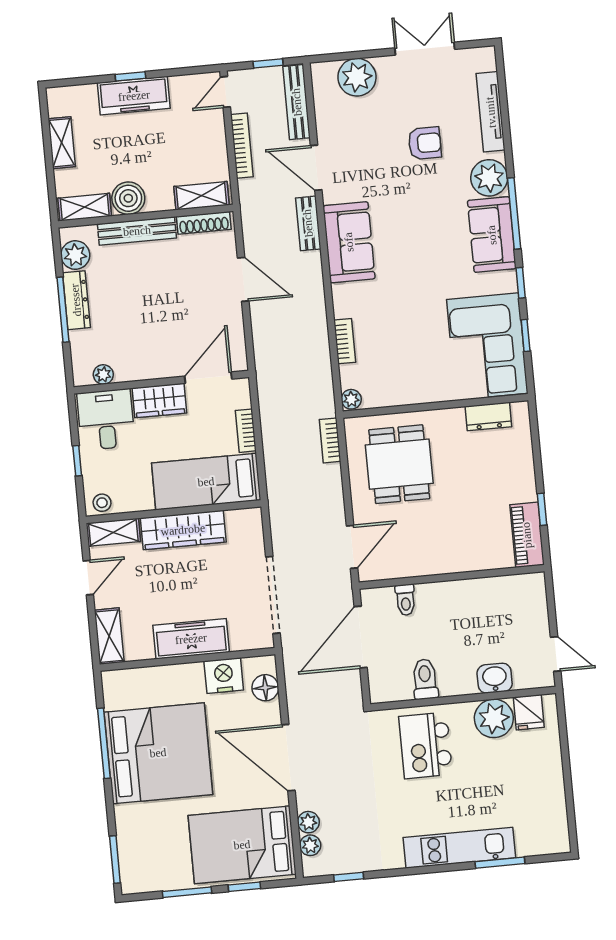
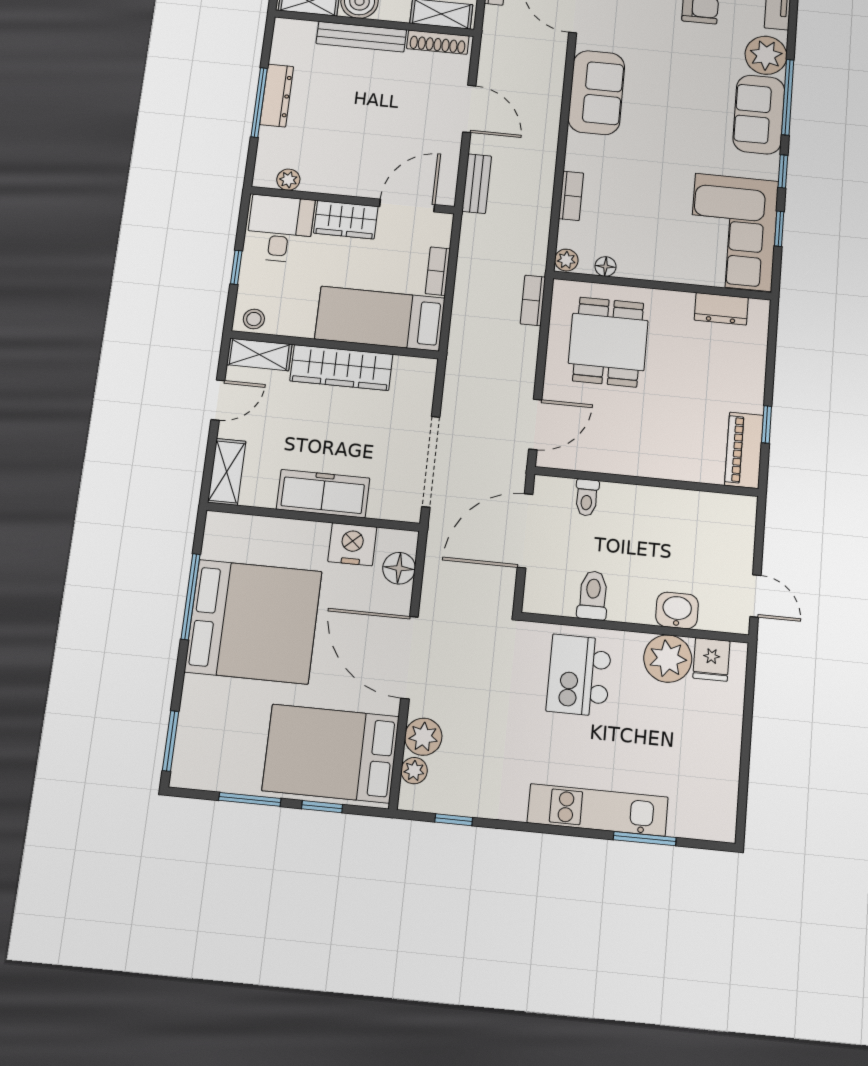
bench: (308, 223) -> (477, 184), moved
plant: (75, 255) -> (287, 48), removed
floor lamp: (385, 398) -> (605, 266), added
plant: (308, 822) -> (423, 737), width x1.38, depth x1.38

